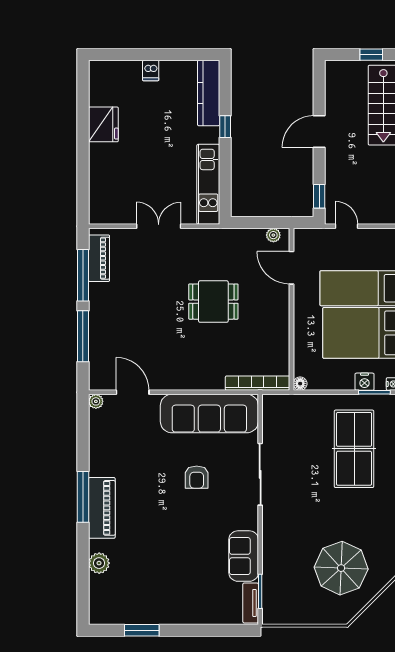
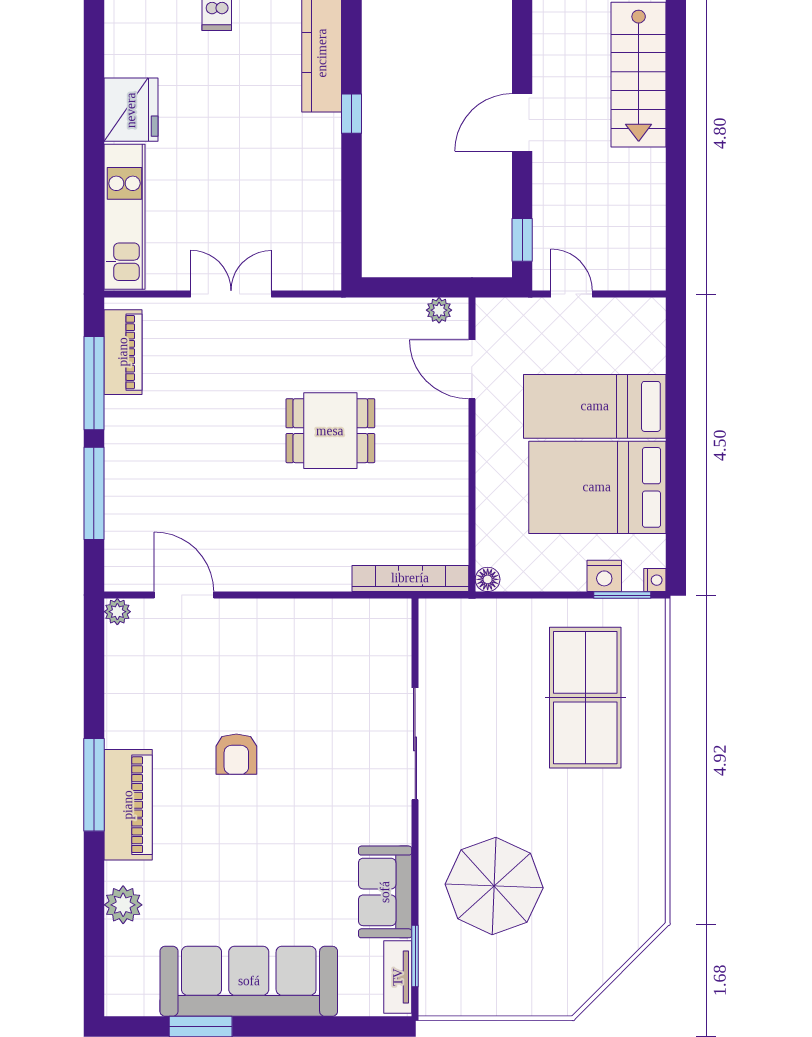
kitchen unit: (208, 184) -> (124, 217), moved, turned 180
sofa: (209, 414) -> (249, 981), moved, turned 180
armchair: (197, 477) -> (236, 754), moved
parasol: (341, 568) -> (494, 886), moved

